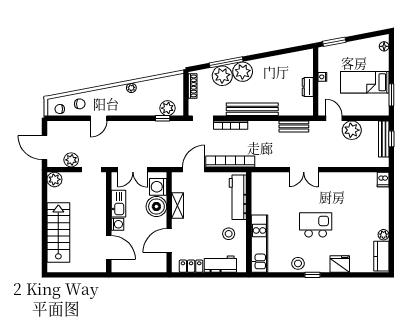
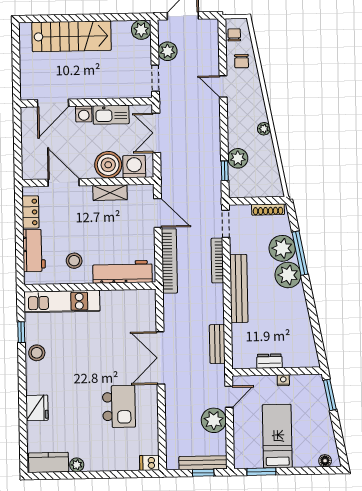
plant: (167, 108) -> (238, 158), moved
double door: (304, 170) -> (161, 358), width x1.37
kitchen island: (316, 225) -> (119, 406), moved
window: (313, 275) -> (21, 332), moved

